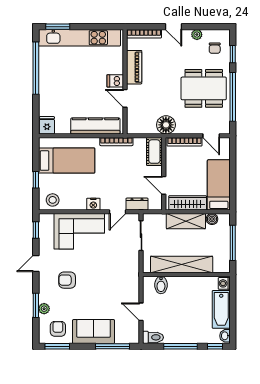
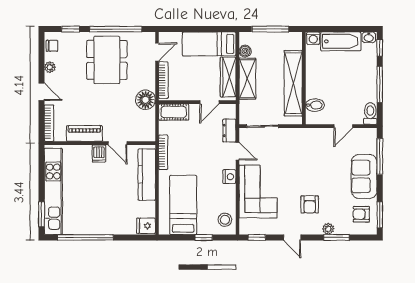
door: (174, 27) -> (42, 92), hinge flipped
chair: (215, 48) -> (52, 46), moved
door: (125, 98) -> (117, 143), hinge flipped
plant: (44, 309) -> (328, 229), moved

